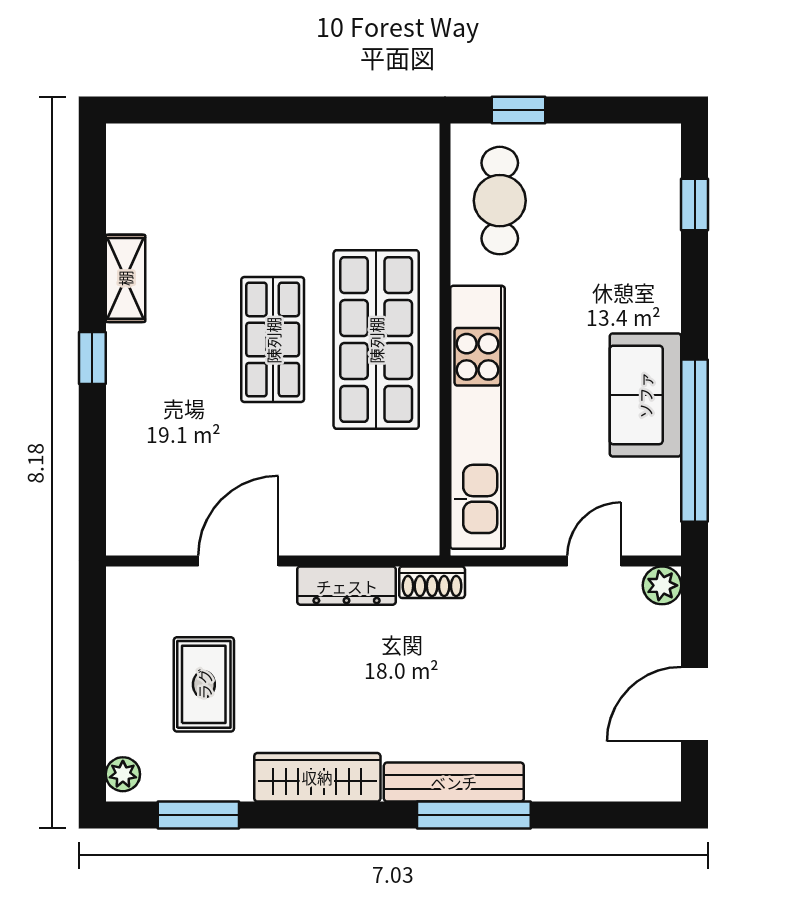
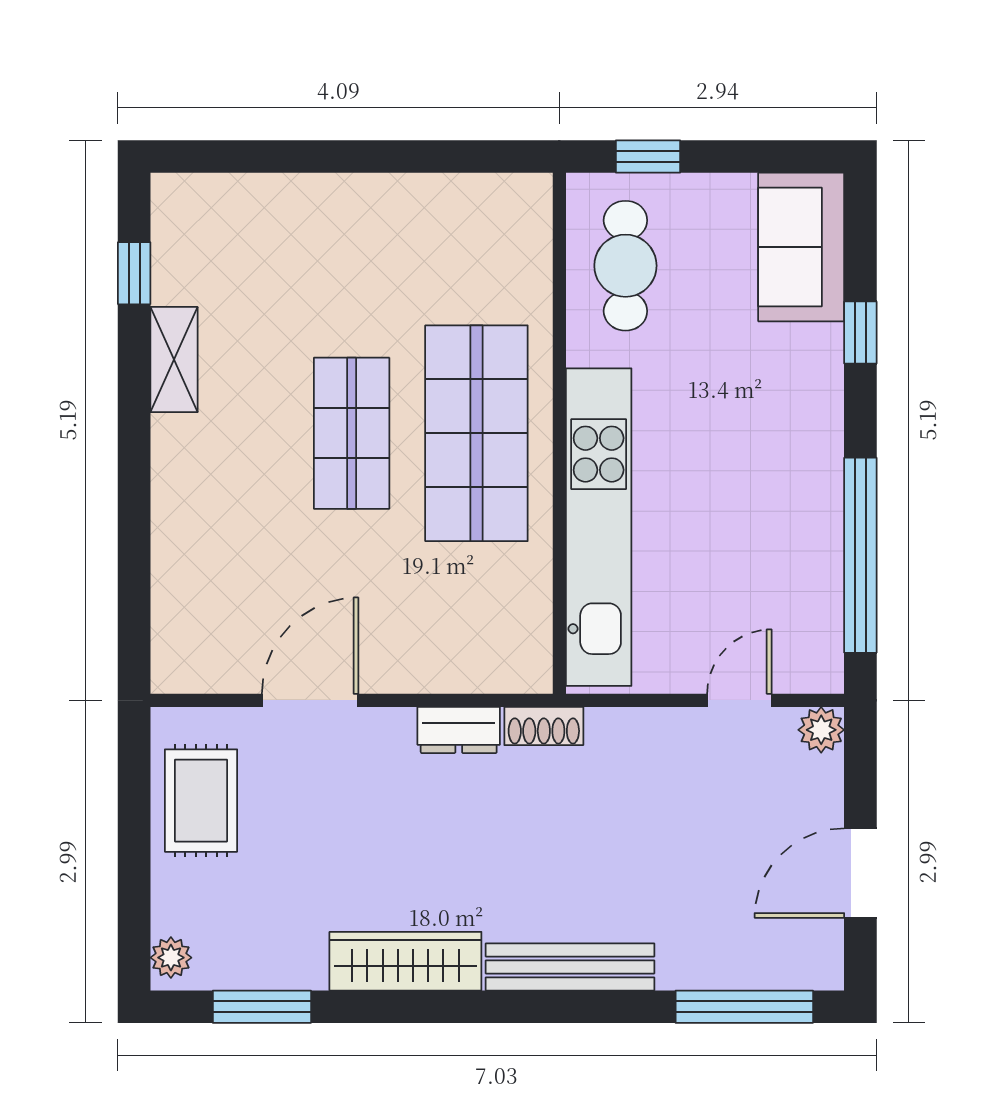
window: (695, 204) -> (860, 333), moved
window: (92, 358) -> (134, 273), moved
sofa: (645, 395) -> (801, 247), moved
dresser: (347, 586) -> (459, 730), width x0.70
rug: (204, 684) -> (201, 801), moved
window: (474, 815) -> (744, 1007), moved

